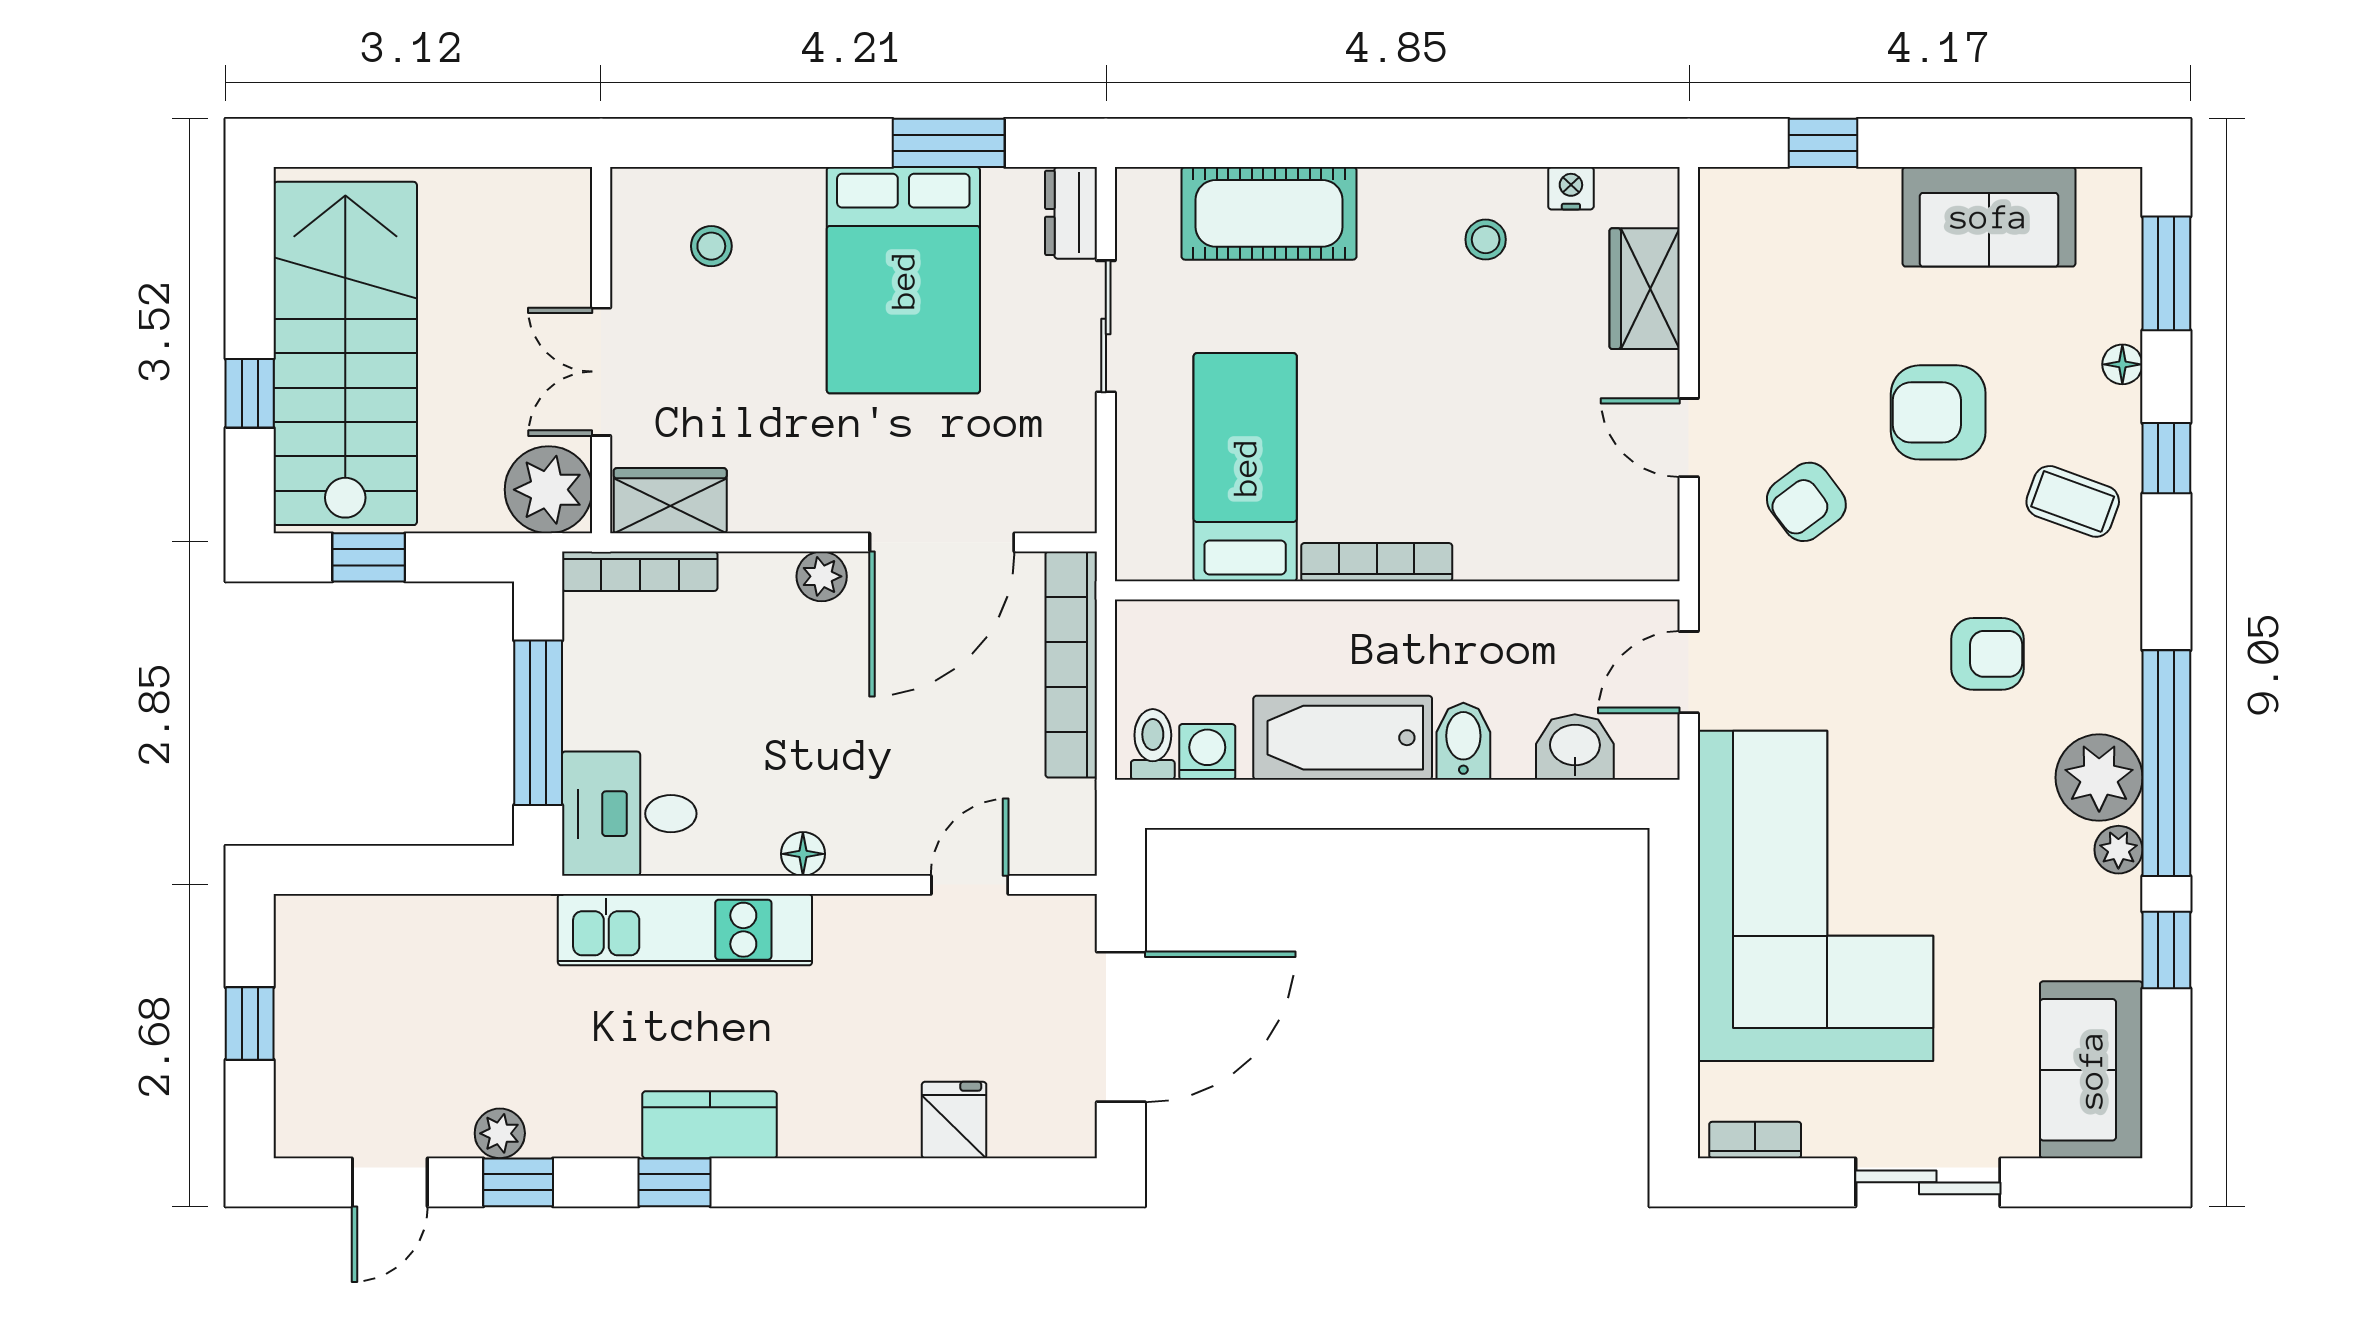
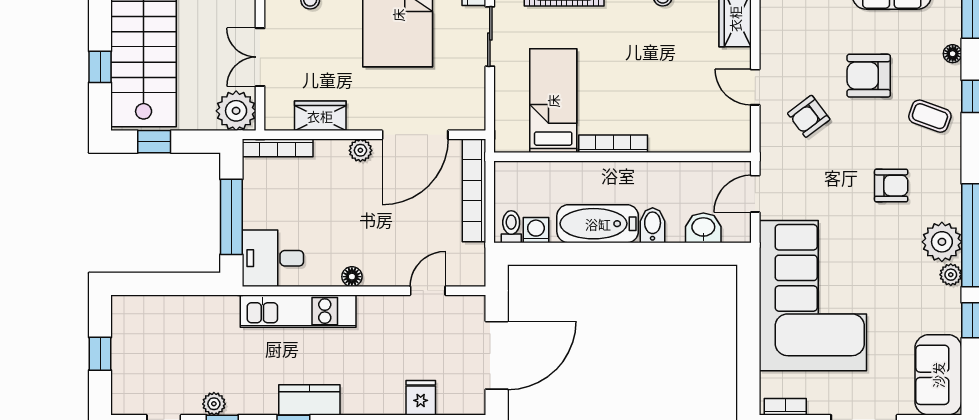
wardrobe: (670, 501) -> (320, 116), moved

